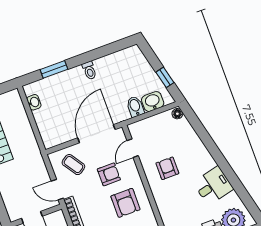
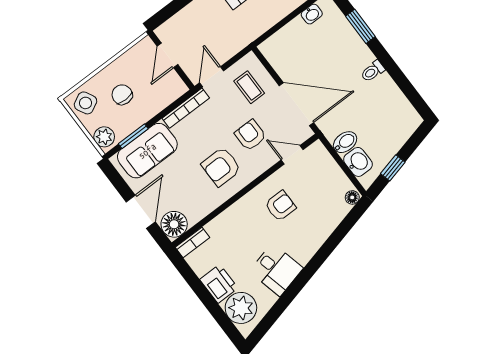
coffee table: (73, 165) -> (249, 87), turned -56
armchair: (109, 174) -> (250, 135), turned 180

